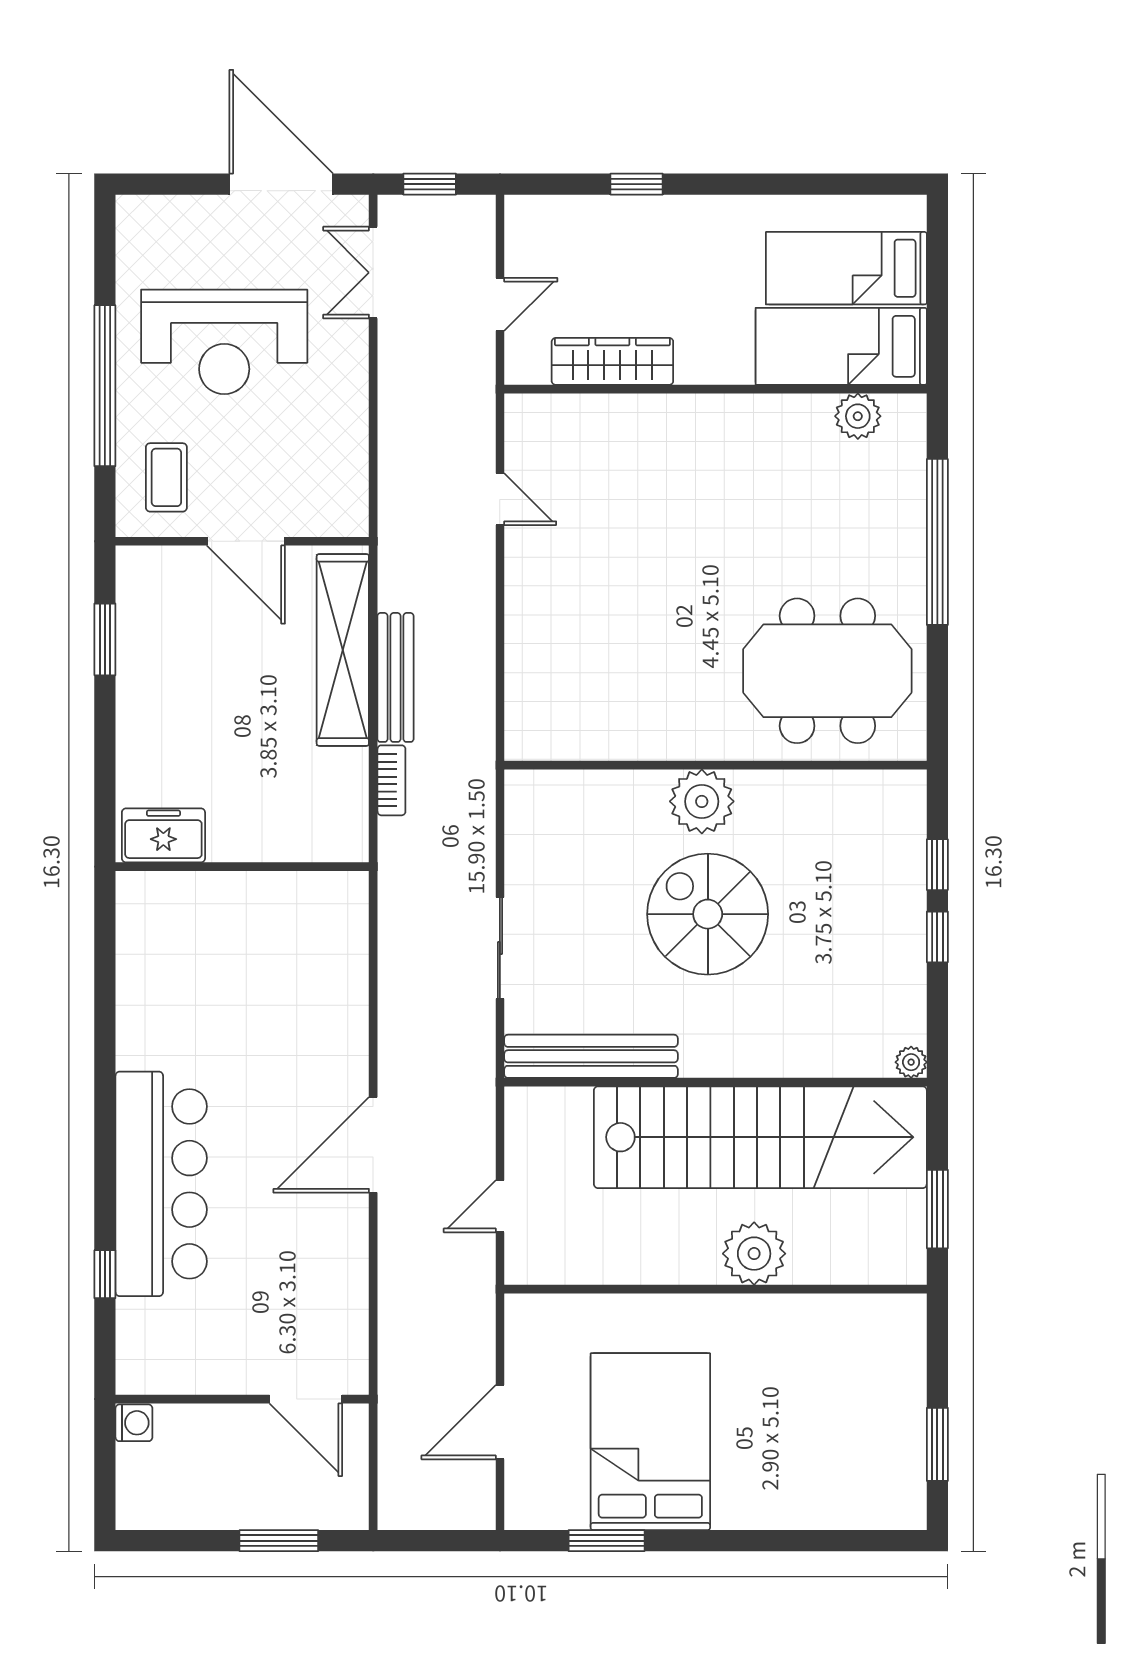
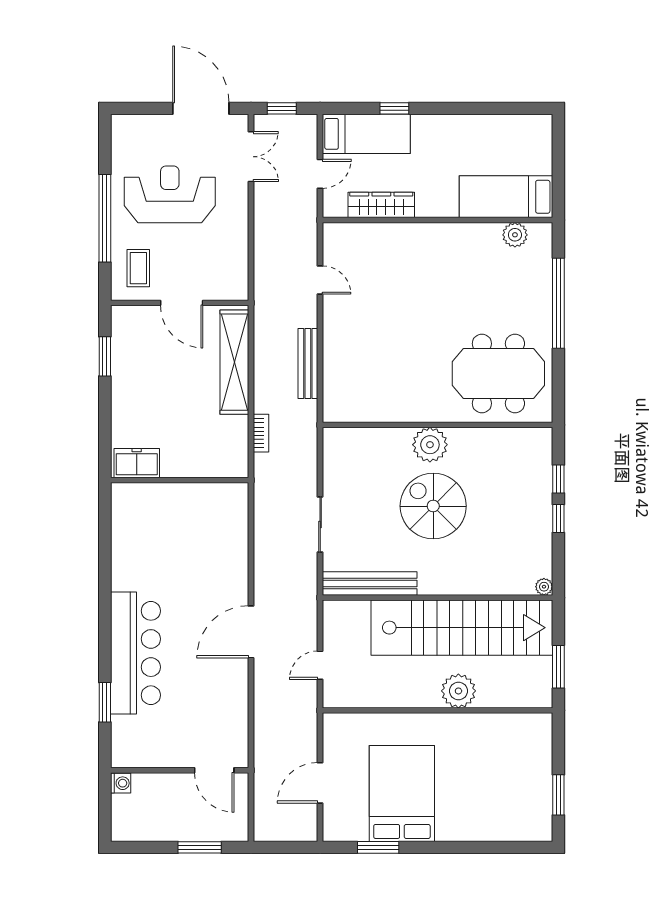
bed: (846, 268) -> (366, 134), moved, turned 180
double door: (373, 273) -> (251, 157), swing flipped
reception desk: (224, 342) -> (170, 194), turned 180
bench: (396, 677) -> (308, 363), moved
window: (105, 1274) -> (105, 702), width x1.50

